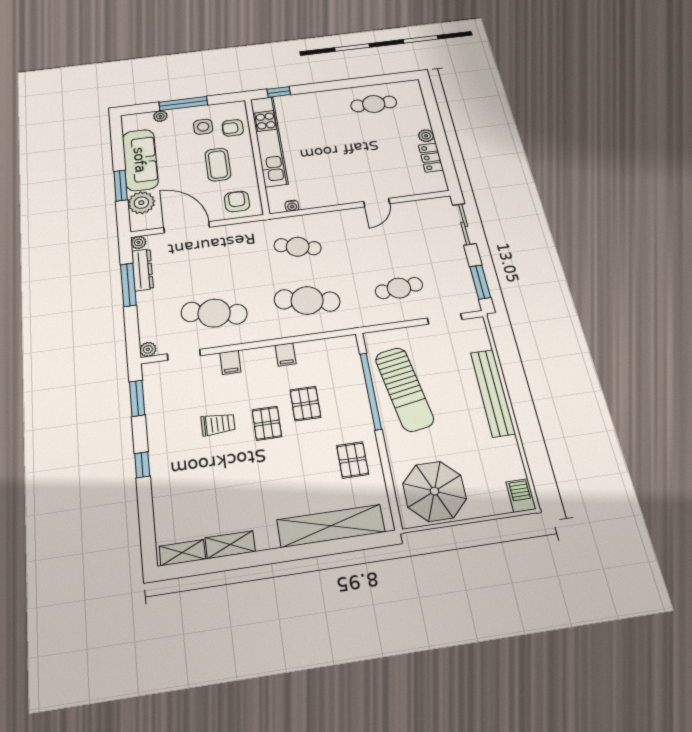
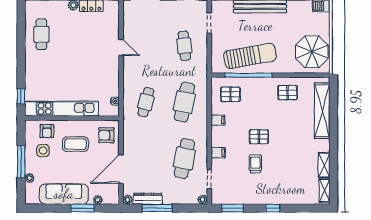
plant: (141, 203) -> (98, 200), width x0.53, depth x0.53
pallet: (305, 404) -> (230, 94), moved

